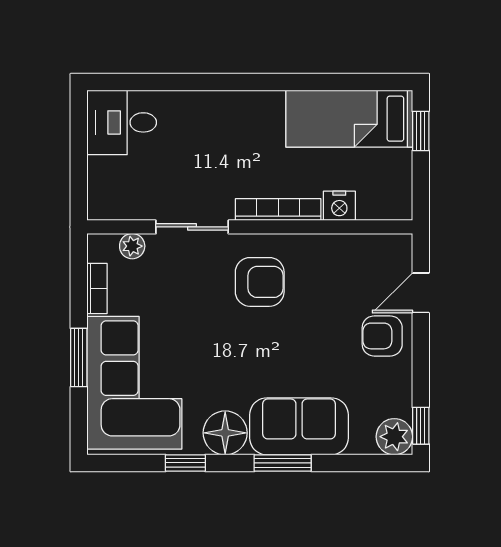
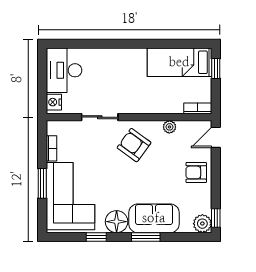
desk: (122, 122) -> (64, 70), width x1.37
nightstand: (339, 206) -> (54, 102), moved, turned 90
bookcase: (278, 210) -> (198, 108), moved, width x0.64
plant: (132, 246) -> (169, 127), moved
armchair: (260, 282) -> (134, 145), turned -144
door: (421, 293) -> (216, 137), moved

